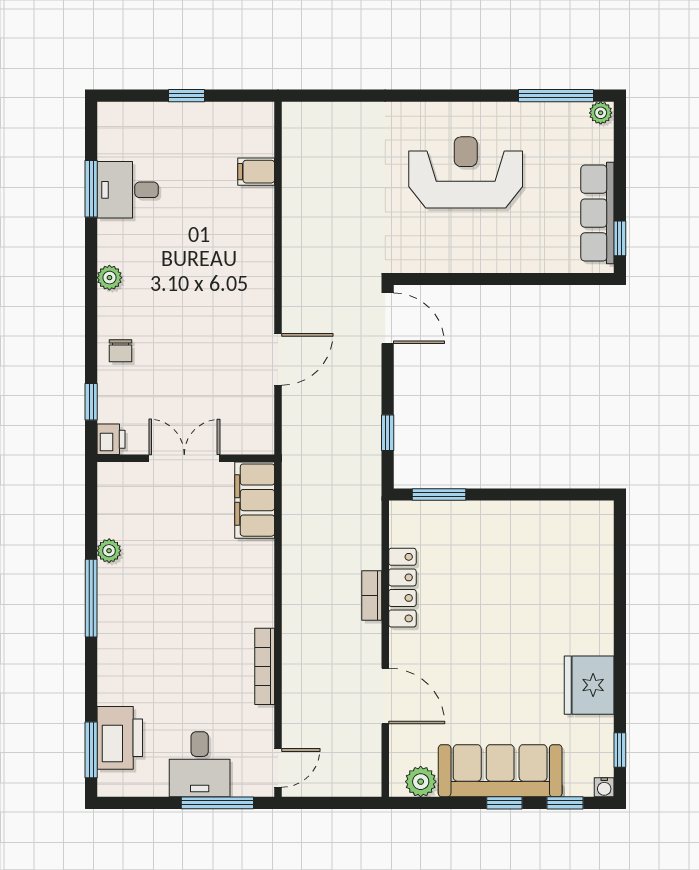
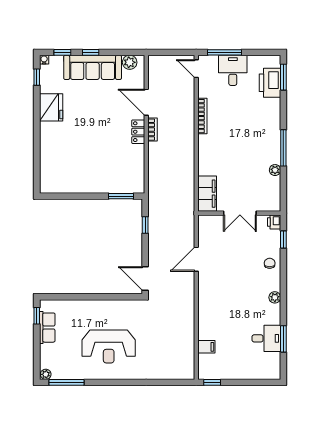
window: (187, 96) -> (212, 382), moved
row of seats: (597, 213) -> (47, 328), width x0.68
locker: (402, 588) -> (138, 132), moved, width x0.66
bookcase: (372, 596) -> (152, 130), moved
door: (278, 768) -> (196, 69), hinge flipped

